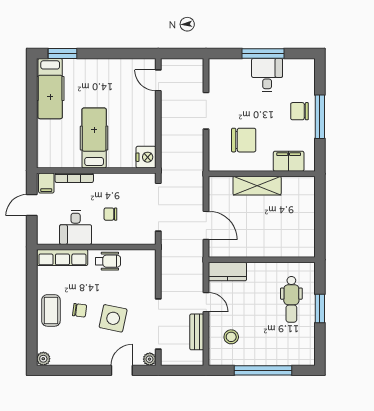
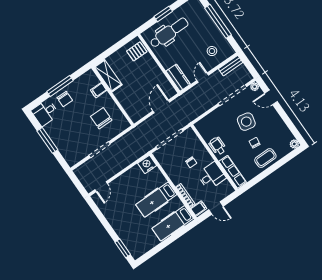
desk: (267, 75) -> (45, 113), moved
hospital bed: (50, 89) -> (173, 223), moved, turned 180
filing cabinet: (289, 161) -> (99, 90), width x0.50
shelving: (257, 186) -> (108, 76), moved
pallet: (296, 243) -> (137, 51), added
dental chair: (291, 299) -> (169, 33), width x1.36, depth x1.38
bench: (197, 332) -> (231, 66), moved

